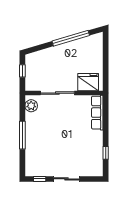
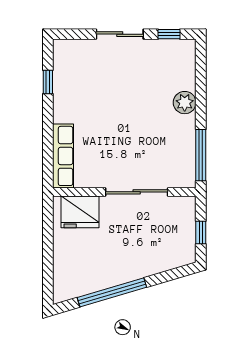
plant: (31, 106) -> (185, 103), moved
window: (22, 135) -> (201, 155), moved

